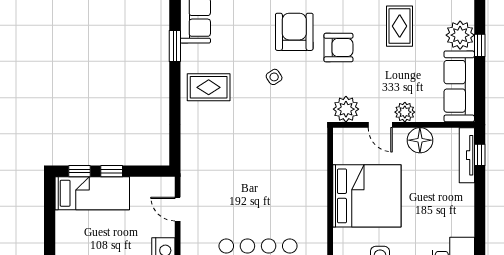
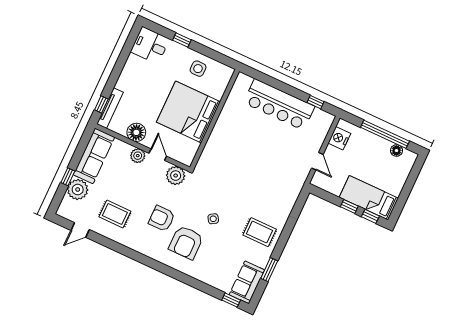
rug: (400, 26) -> (115, 214), turned 90

